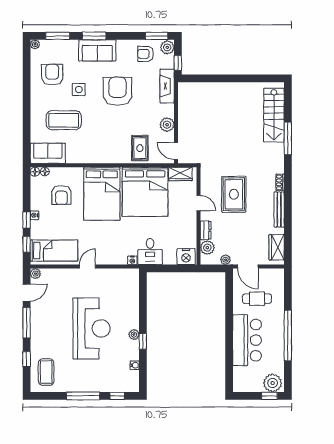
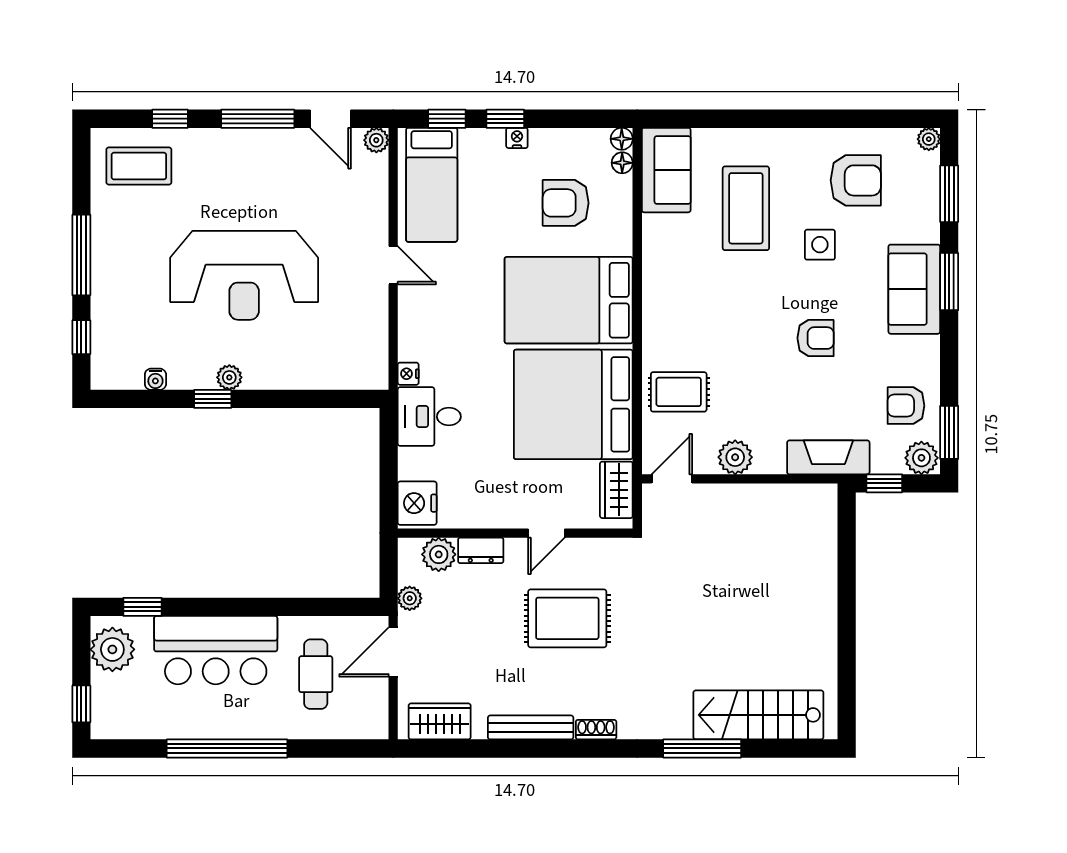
armchair: (146, 54) -> (906, 406), turned -90
armchair: (118, 91) -> (816, 338), width x0.53, depth x0.53
window: (229, 371) -> (143, 607), added
plant: (273, 383) -> (112, 649), moved

